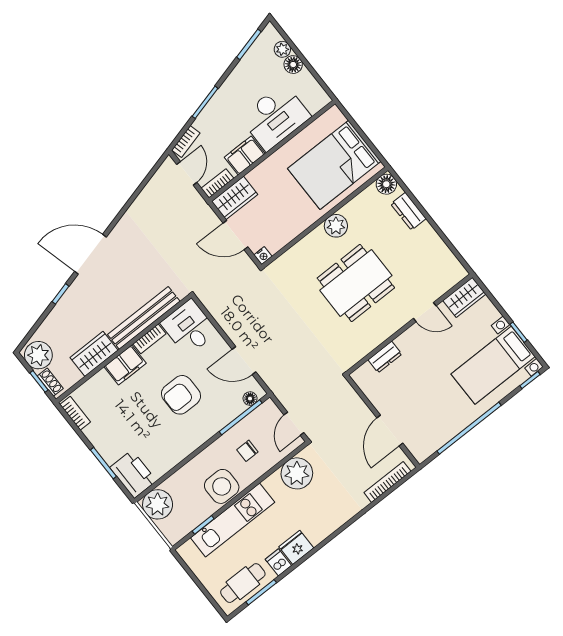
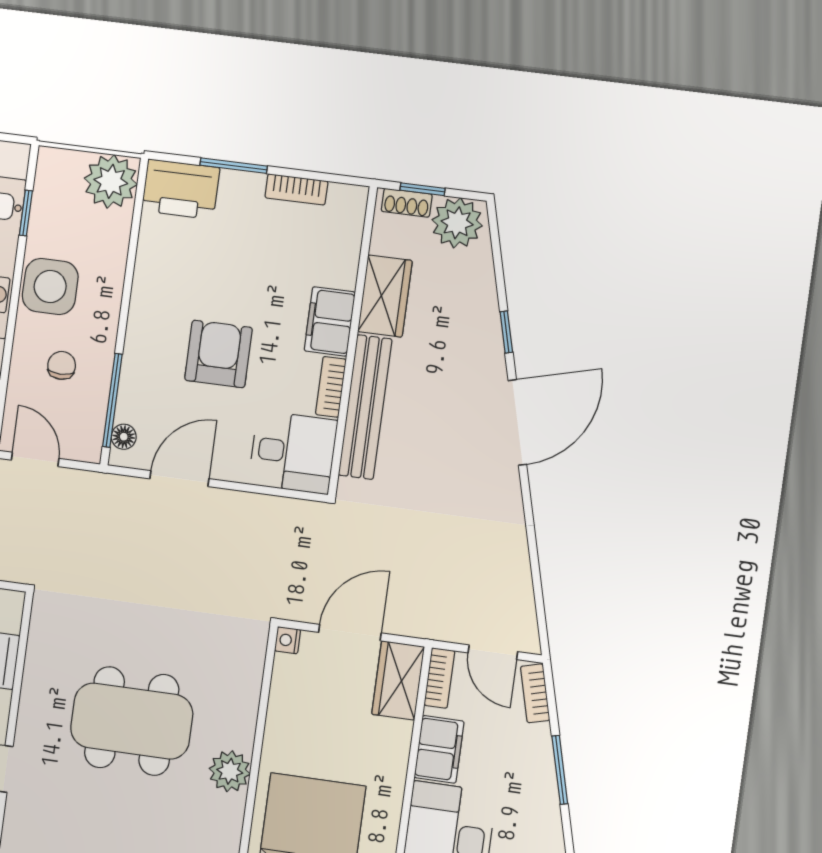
dining table: (356, 283) -> (132, 721), turned 90
bookcase: (75, 413) -> (296, 189), moved

